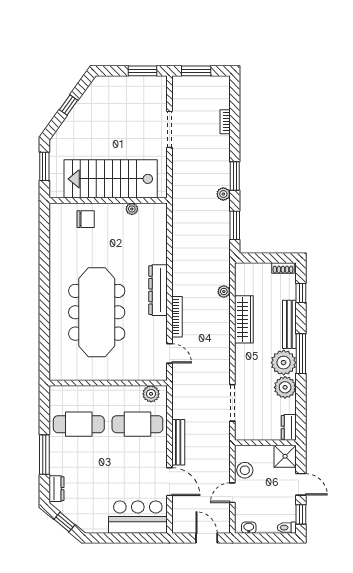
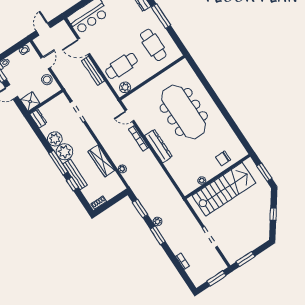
window: (301, 293) -> (72, 184), moved
cafe table: (79, 424) -> (153, 45), turned 90
door: (207, 538) -> (43, 29), swing flipped

